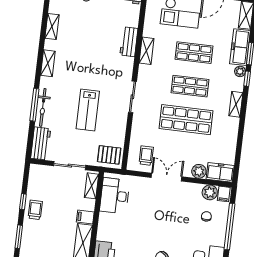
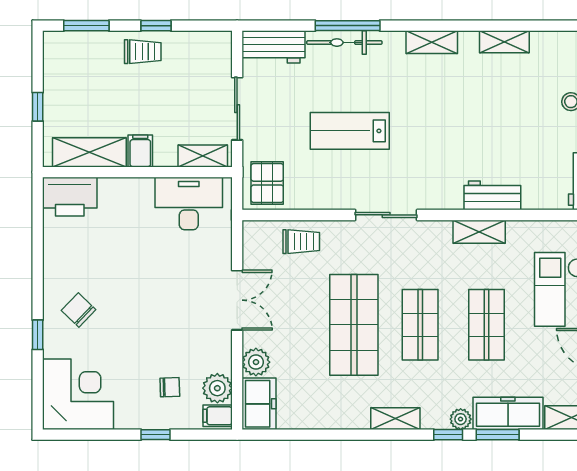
trolley: (146, 156) -> (301, 242), moved
window: (230, 226) -> (155, 435), width x0.32

